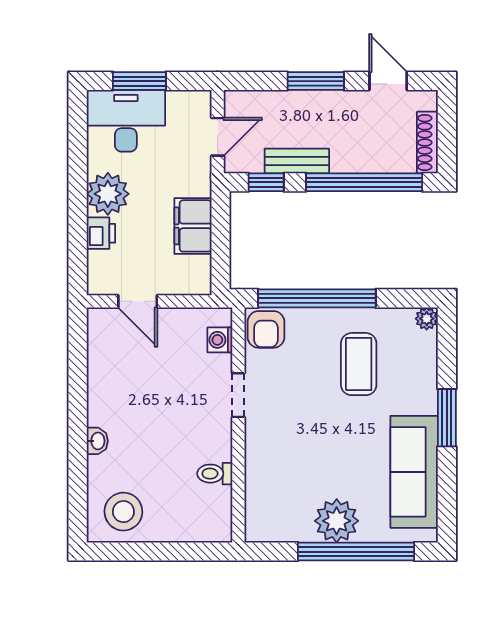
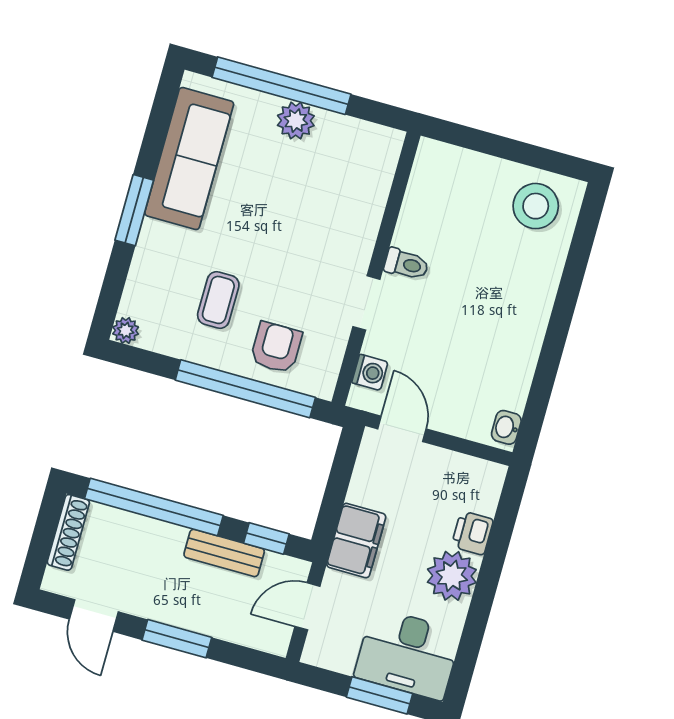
filing cabinet: (193, 226) -> (356, 541), moved
door: (138, 301) -> (402, 429), moved
armchair: (266, 329) -> (276, 347), moved
coffee table: (359, 364) -> (218, 300), width x0.73, depth x0.77
washbasin: (97, 441) -> (506, 427), moved
toilet: (215, 474) -> (406, 264), moved
plant: (337, 521) -> (296, 121), width x0.73, depth x0.73

